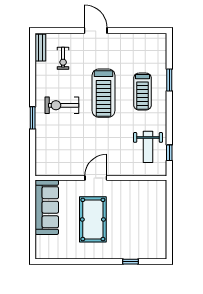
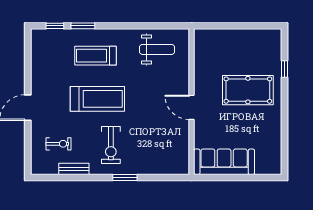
bench: (40, 48) -> (74, 169), moved
treadmill: (142, 92) -> (96, 56), turned 180
window: (169, 153) -> (55, 26), moved
pool table: (93, 219) -> (248, 90), moved

